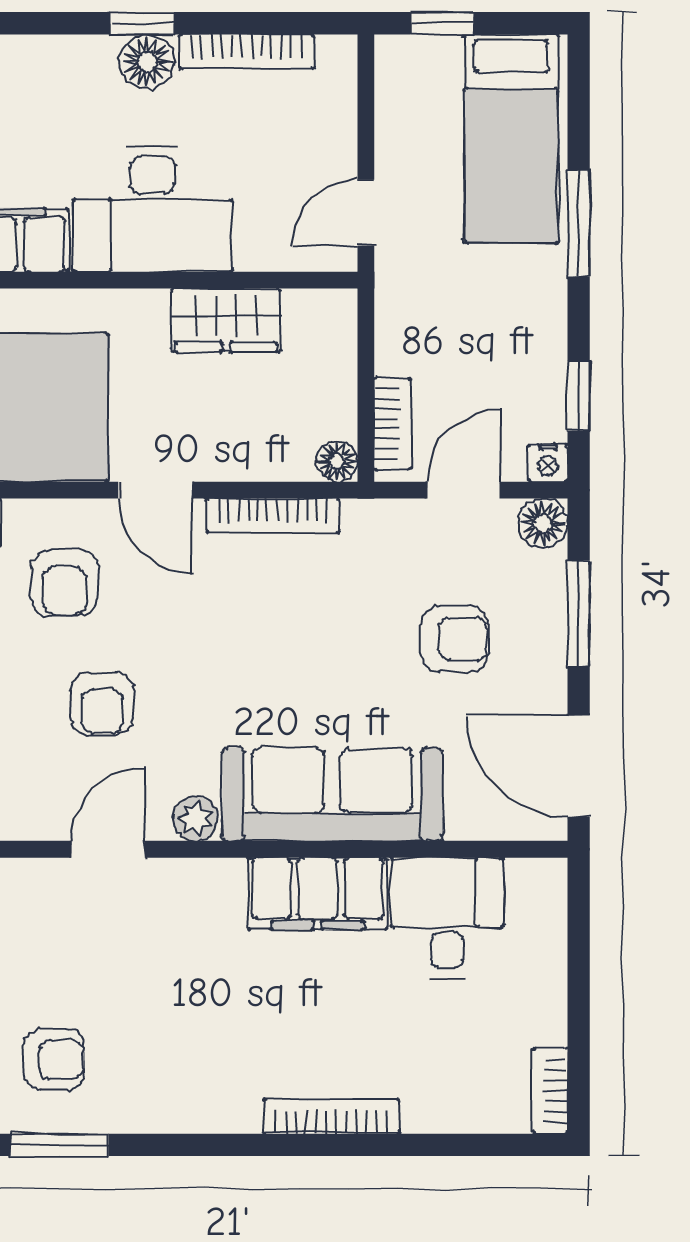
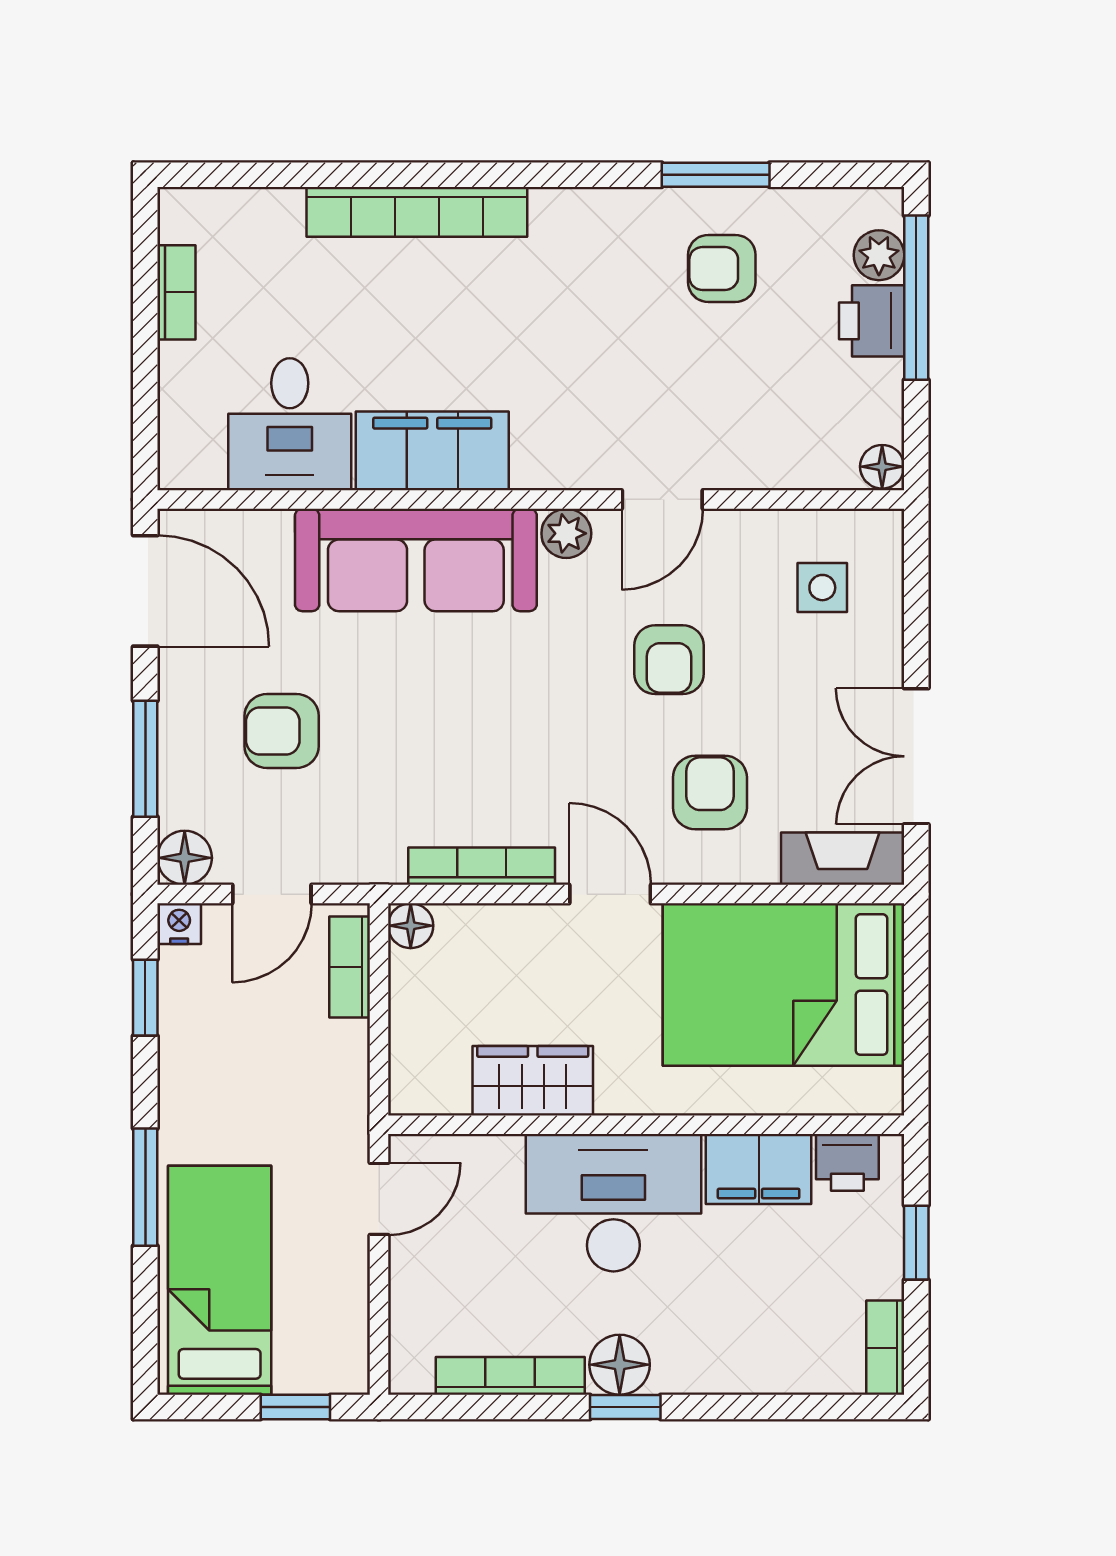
armchair: (102, 703) -> (669, 660), turned 180
bookcase: (550, 1091) -> (176, 292), moved
bookcase: (331, 1116) -> (417, 212), width x1.48, depth x1.31

